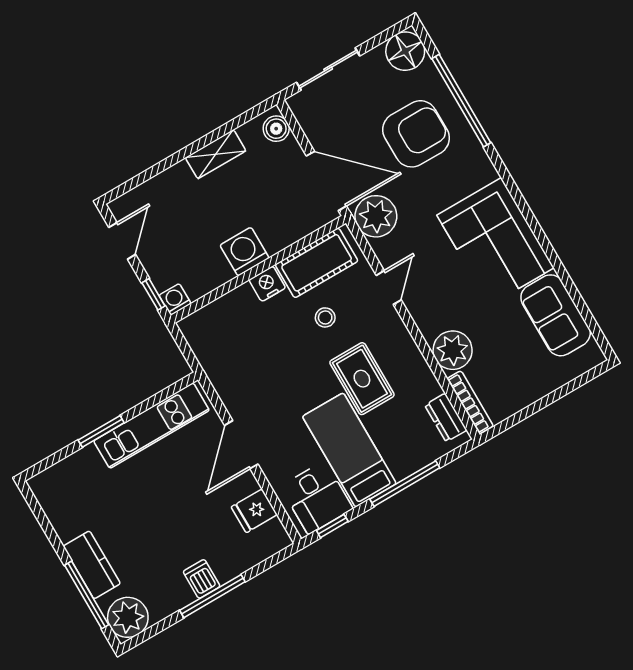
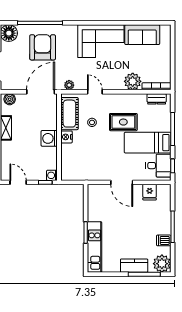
plant: (376, 216) -> (69, 85), width x0.53, depth x0.53
kitchen unit: (151, 426) -> (95, 247), moved
dishwasher: (202, 579) -> (164, 240), moved

